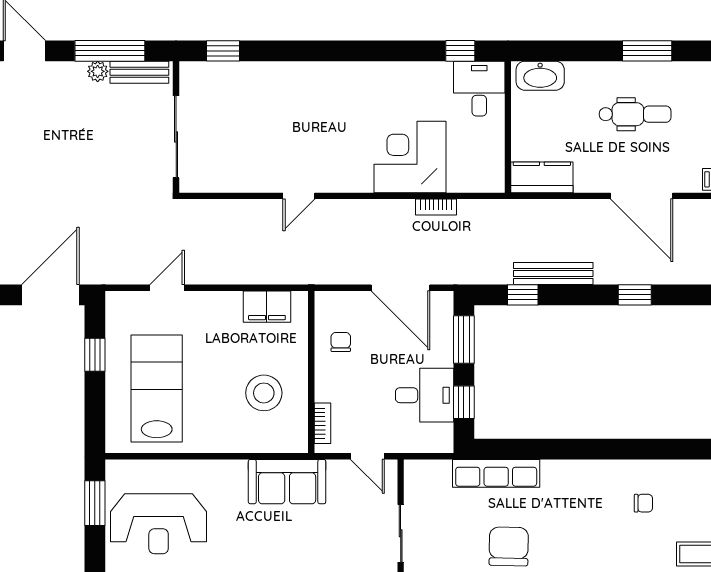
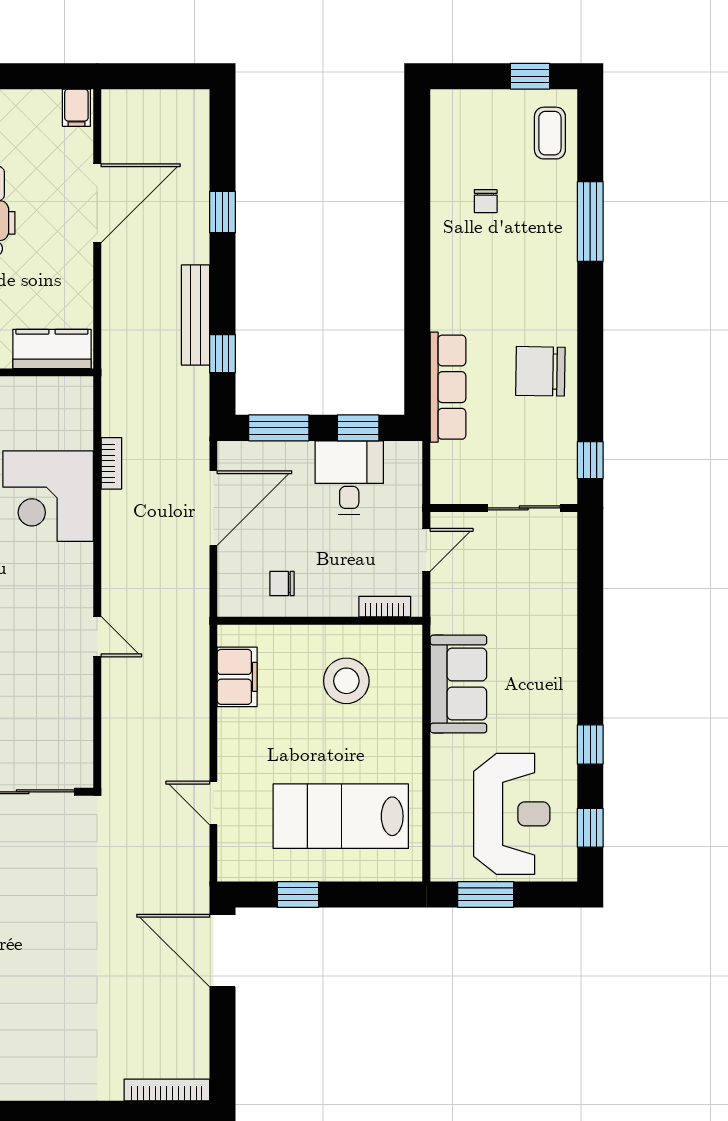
kitchen counter: (542, 177) -> (52, 349), moved, turned 90
sofa: (287, 482) -> (458, 684), moved
chair: (643, 503) -> (486, 201), turned 180

